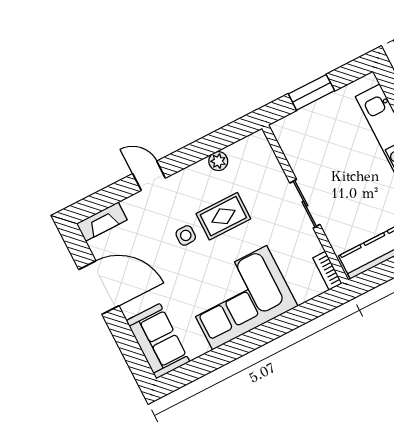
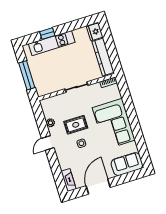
window: (311, 92) -> (27, 75), width x1.44
door: (149, 176) -> (48, 143), moved
rug: (223, 216) -> (76, 125), turned 90

